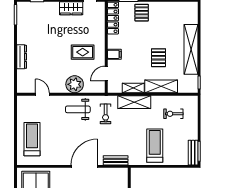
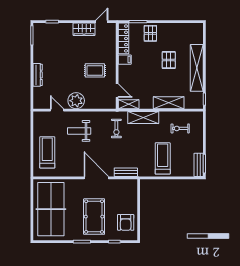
filing cabinet: (114, 54) -> (125, 60), moved
pallet: (159, 58) -> (169, 60), moved
door: (106, 74) -> (117, 91), swing flipped
plant: (75, 84) -> (76, 101), moved
shelving: (133, 88) -> (129, 104), moved
weight bench: (78, 109) -> (79, 131), moved
door: (84, 166) -> (96, 178), hinge flipped

